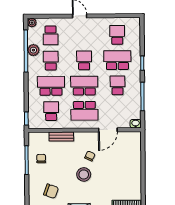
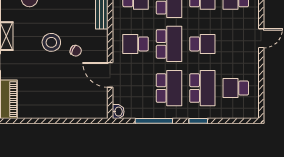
school desk: (117, 35) -> (236, 88), turned 180
school desk: (118, 85) -> (169, 88), width x1.85
school desk: (84, 111) -> (136, 44), width x0.54

